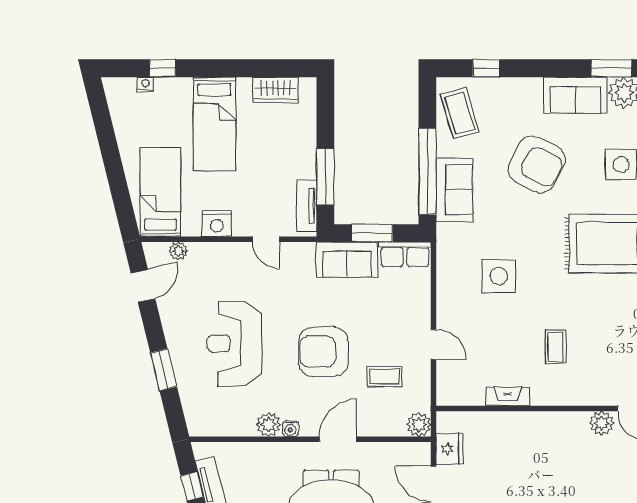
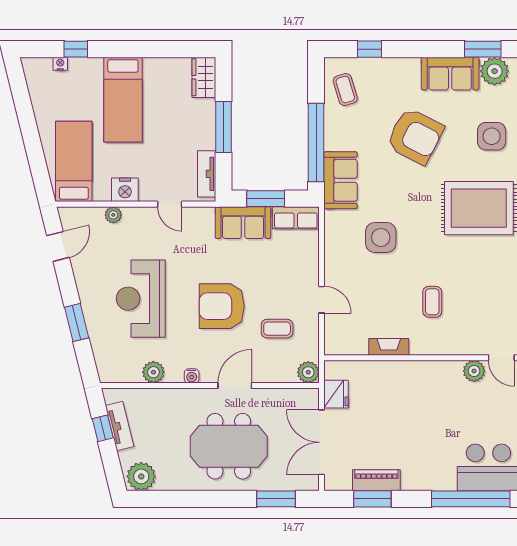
wardrobe: (275, 90) -> (204, 77), moved, turned 90
coffee table: (460, 113) -> (345, 90), width x0.73, depth x0.77
window: (325, 177) -> (223, 127), moved
sofa: (454, 190) -> (341, 180), moved
plant: (178, 251) -> (113, 215), moved
plant: (268, 425) -> (153, 372), moved

